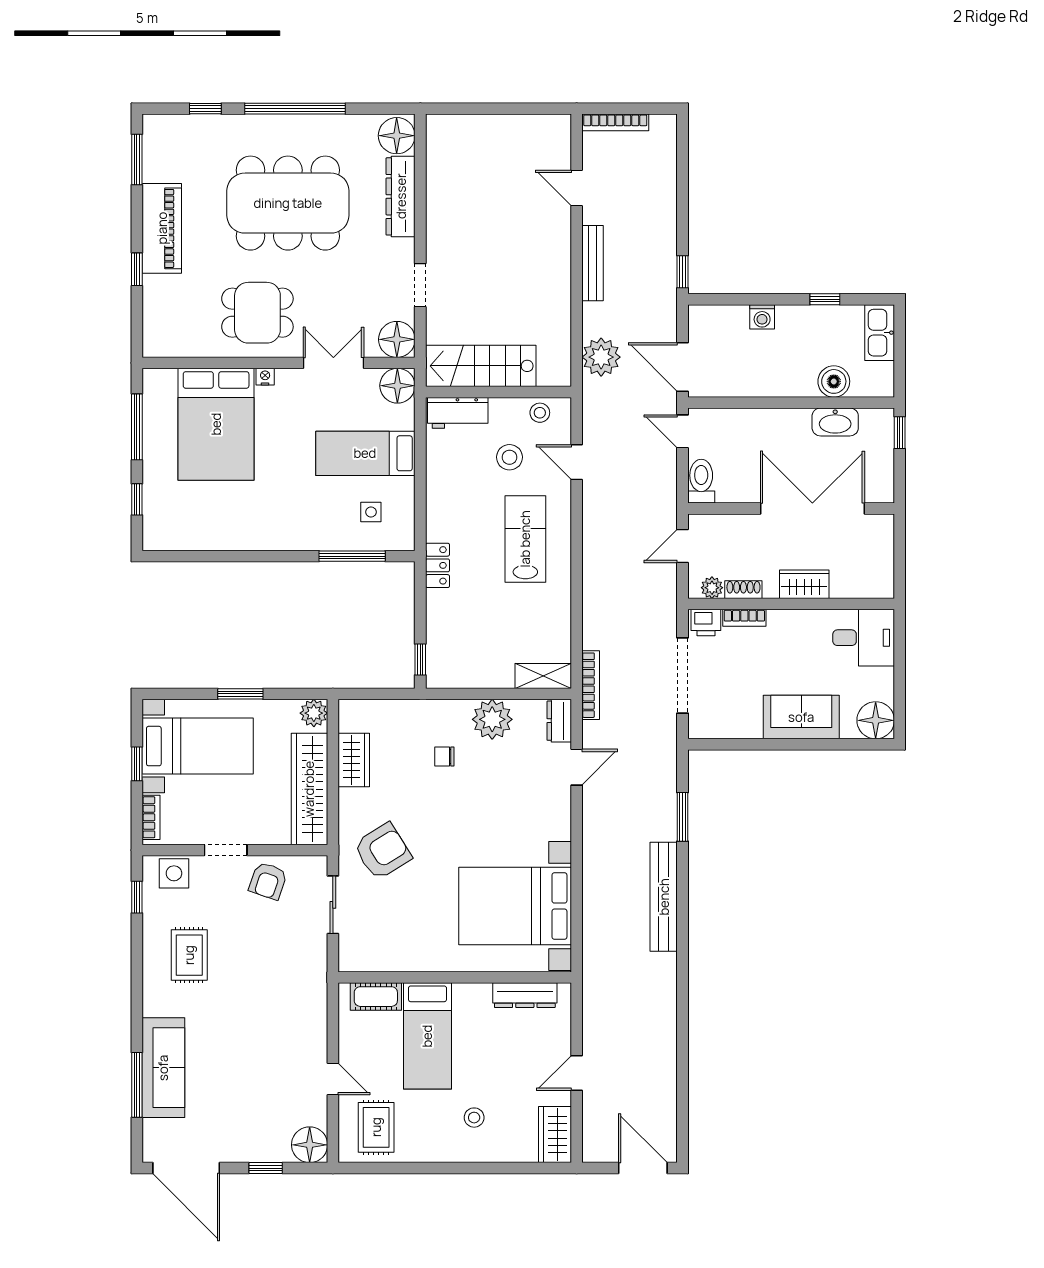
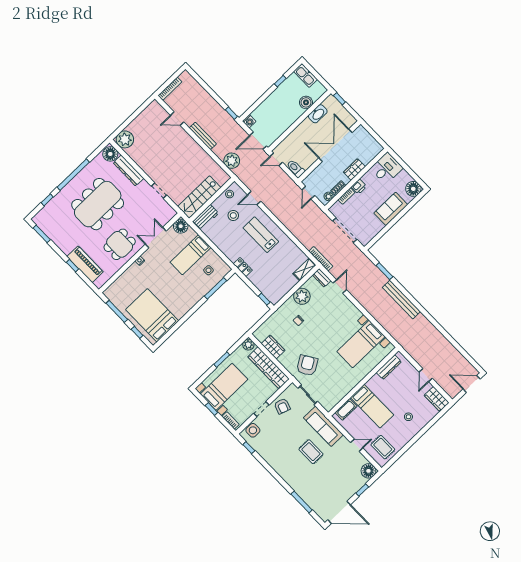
plant: (448, 135) -> (125, 139), added
piano: (162, 228) -> (85, 264), moved
washing machine: (762, 317) -> (249, 121), moved
floor lamp: (397, 339) -> (168, 213), removed
bed: (216, 424) -> (152, 315), moved, turned 180
printer: (706, 623) -> (359, 187), moved
bed with nightstands: (515, 906) -> (361, 344), width x0.73
rug: (189, 955) -> (311, 452), moved
sofa: (163, 1068) -> (323, 426), moved, turned 180

